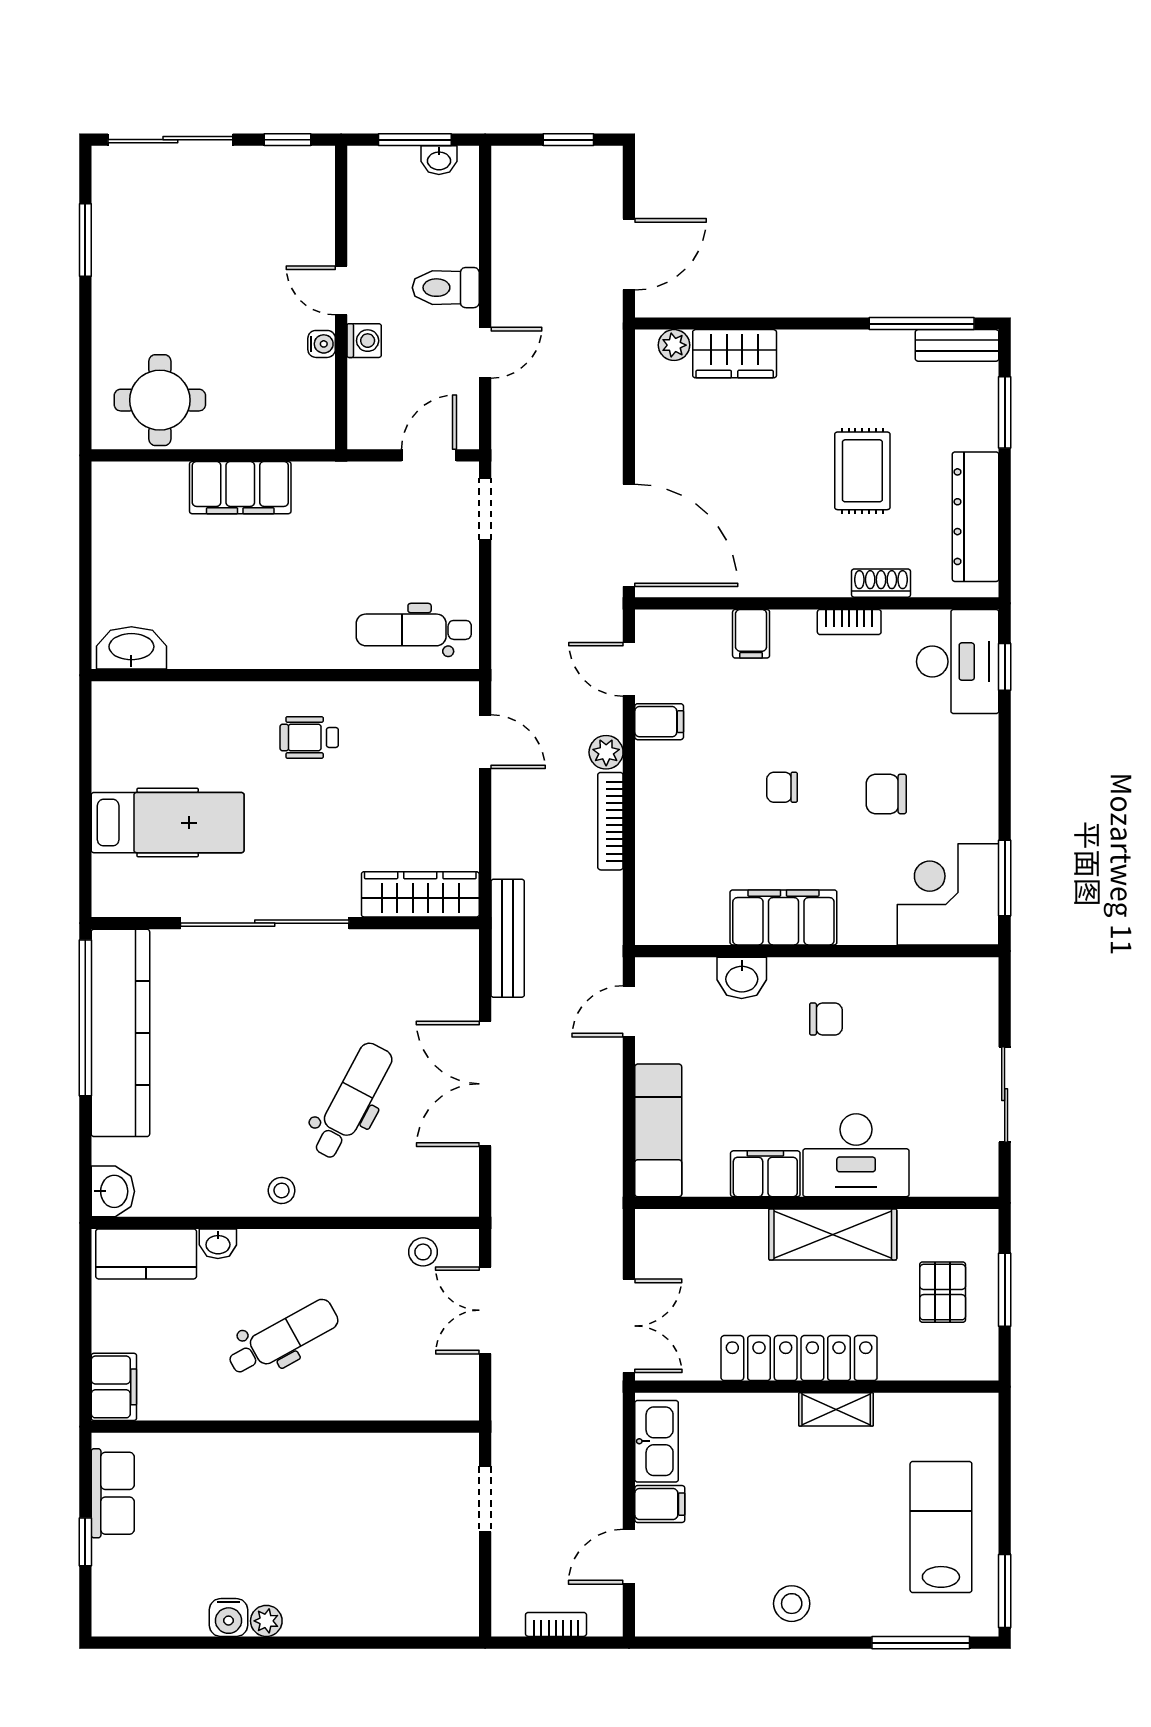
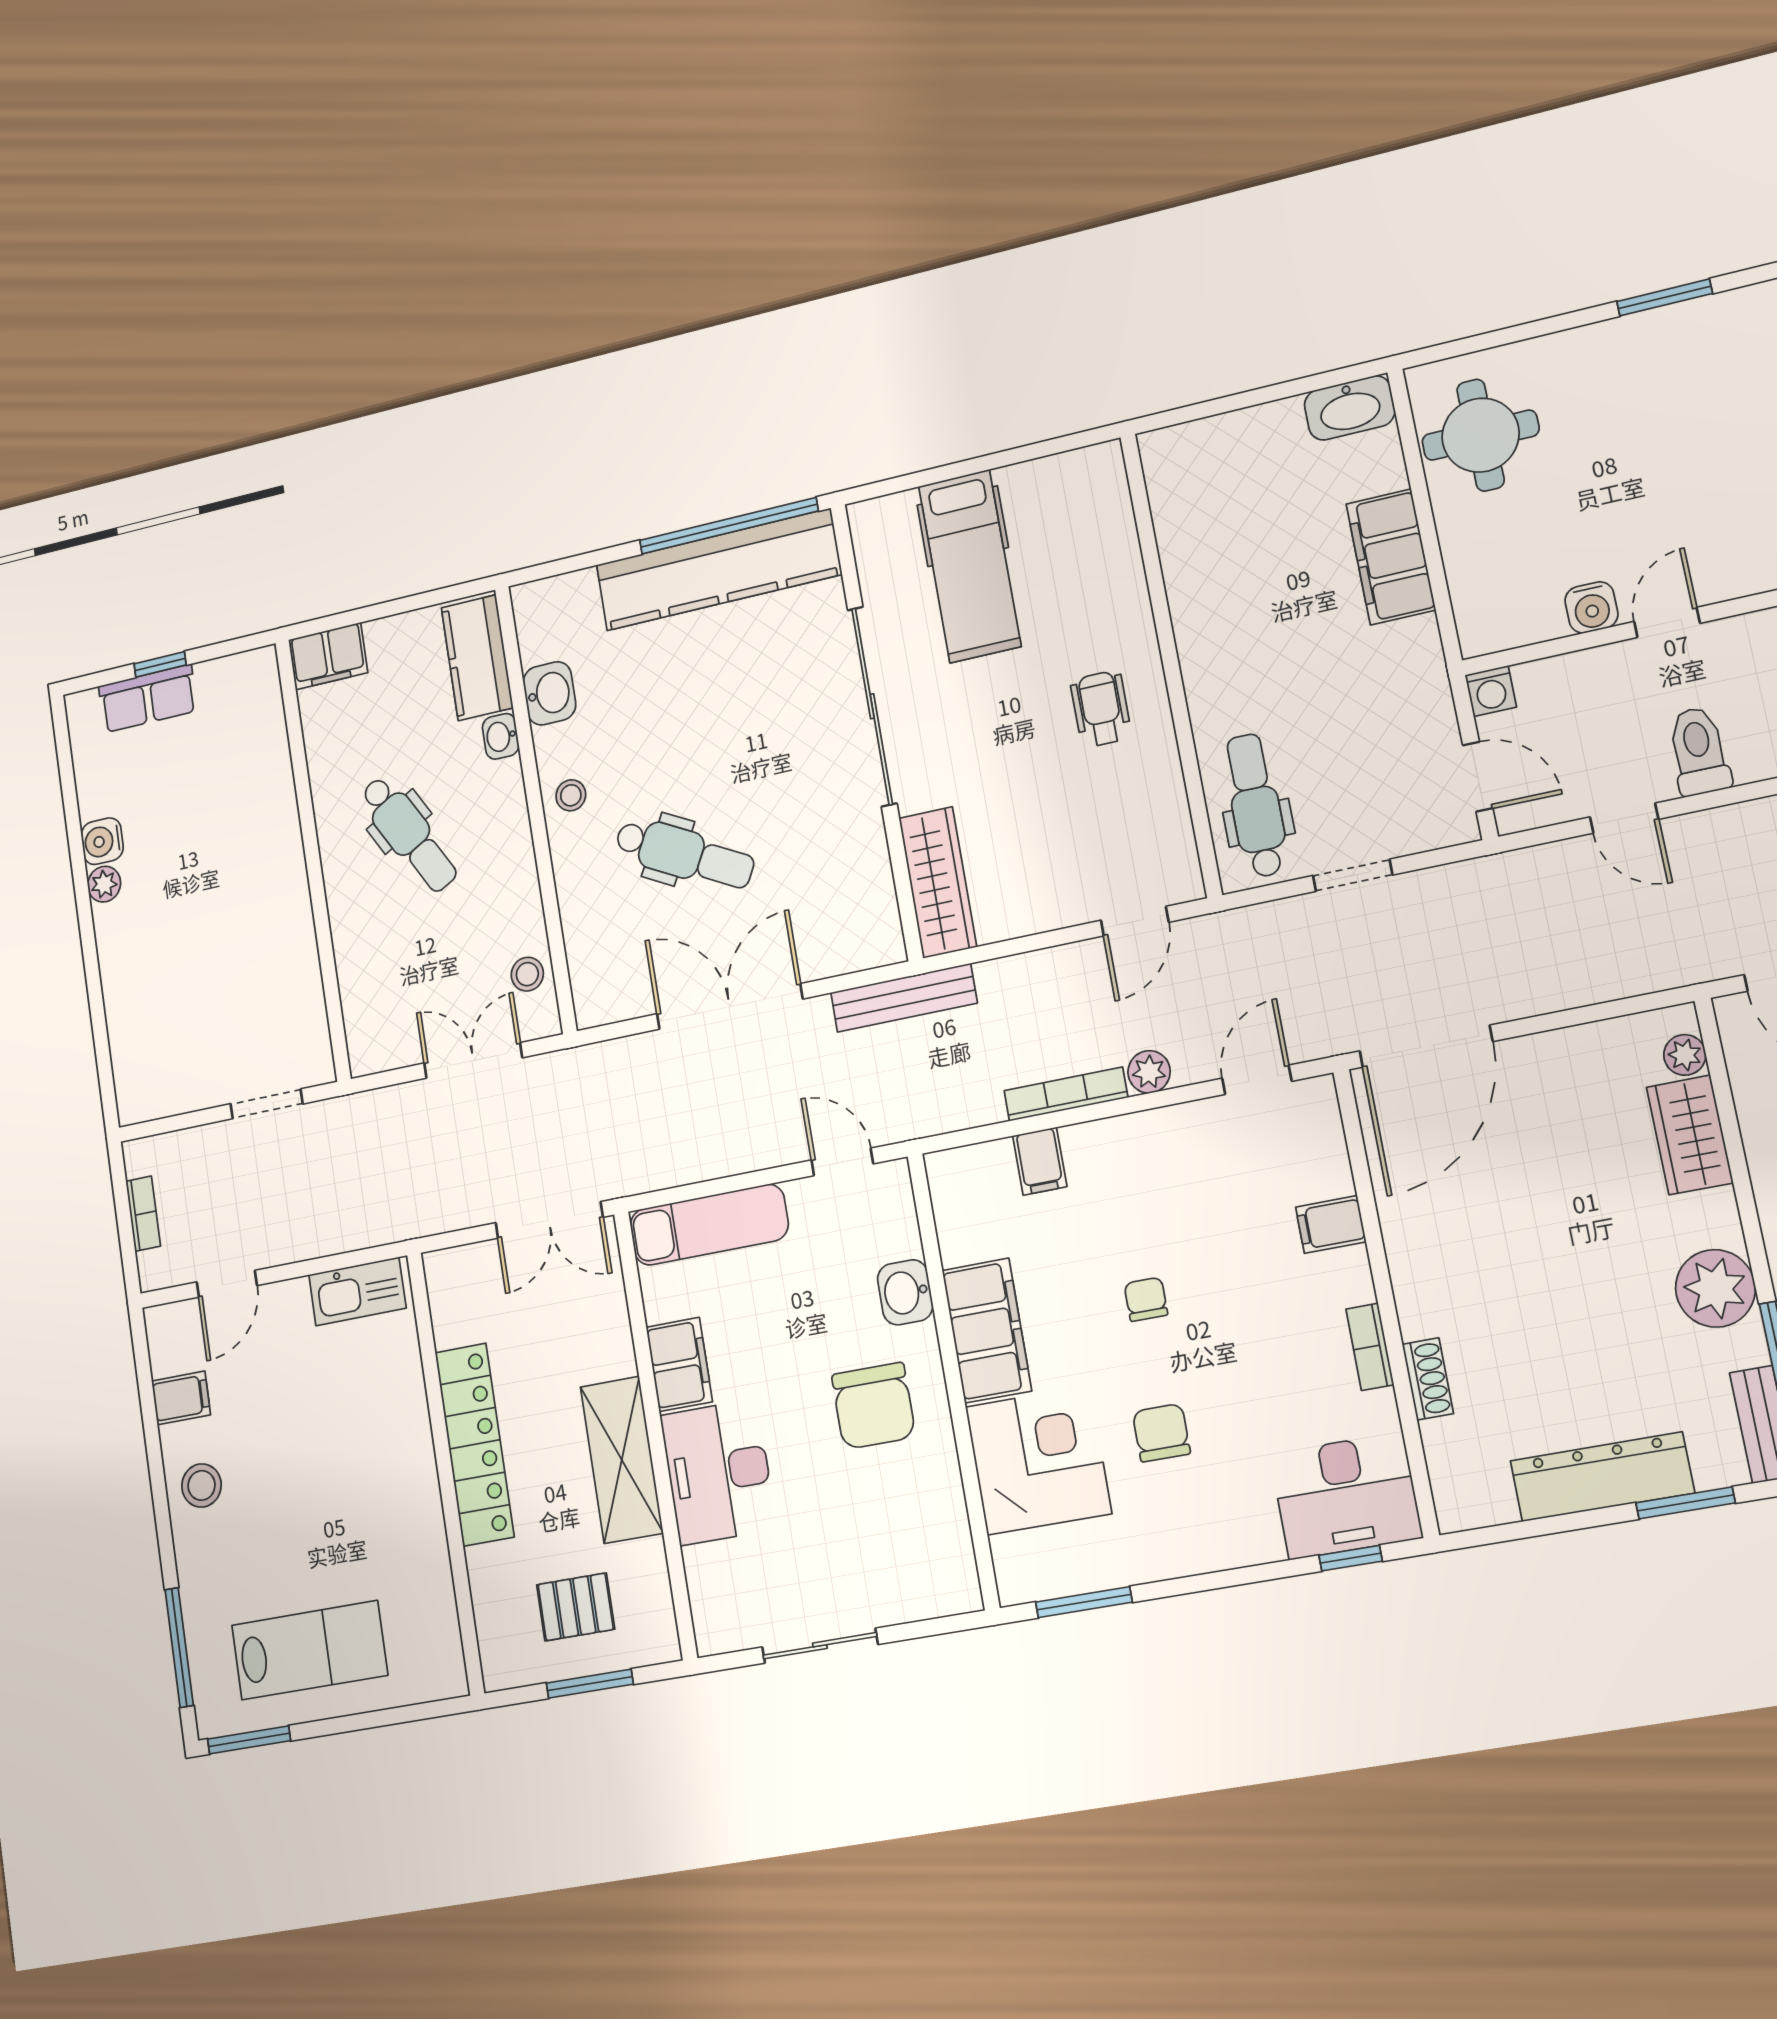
washing machine: (364, 341) -> (1491, 691), moved
water cooler: (322, 344) -> (1591, 607), width x1.38, depth x1.38
plant: (852, 359) -> (1715, 1288), added
rug: (862, 471) -> (1569, 1329), removed
doorway: (485, 509) -> (1353, 875), moved
dresser: (976, 517) -> (1602, 1477), moved
washbasin: (131, 648) -> (1350, 408), moved, turned 90
filing cabinet: (659, 722) -> (1040, 1161), moved
corner desk: (948, 894) -> (1038, 1460), moved
chair: (826, 1019) -> (874, 1406), width x1.87, depth x1.87
washbasin: (113, 1191) -> (549, 693), moved, turned -90
double door: (629, 1326) -> (549, 1220), moved
shelving: (836, 1409) -> (423, 1500), removed
row of seats: (113, 1493) -> (148, 698), moved
filing cabinet: (660, 1504) -> (181, 1398), moved, turned -90
door: (629, 1557) -> (227, 1284), swing flipped

